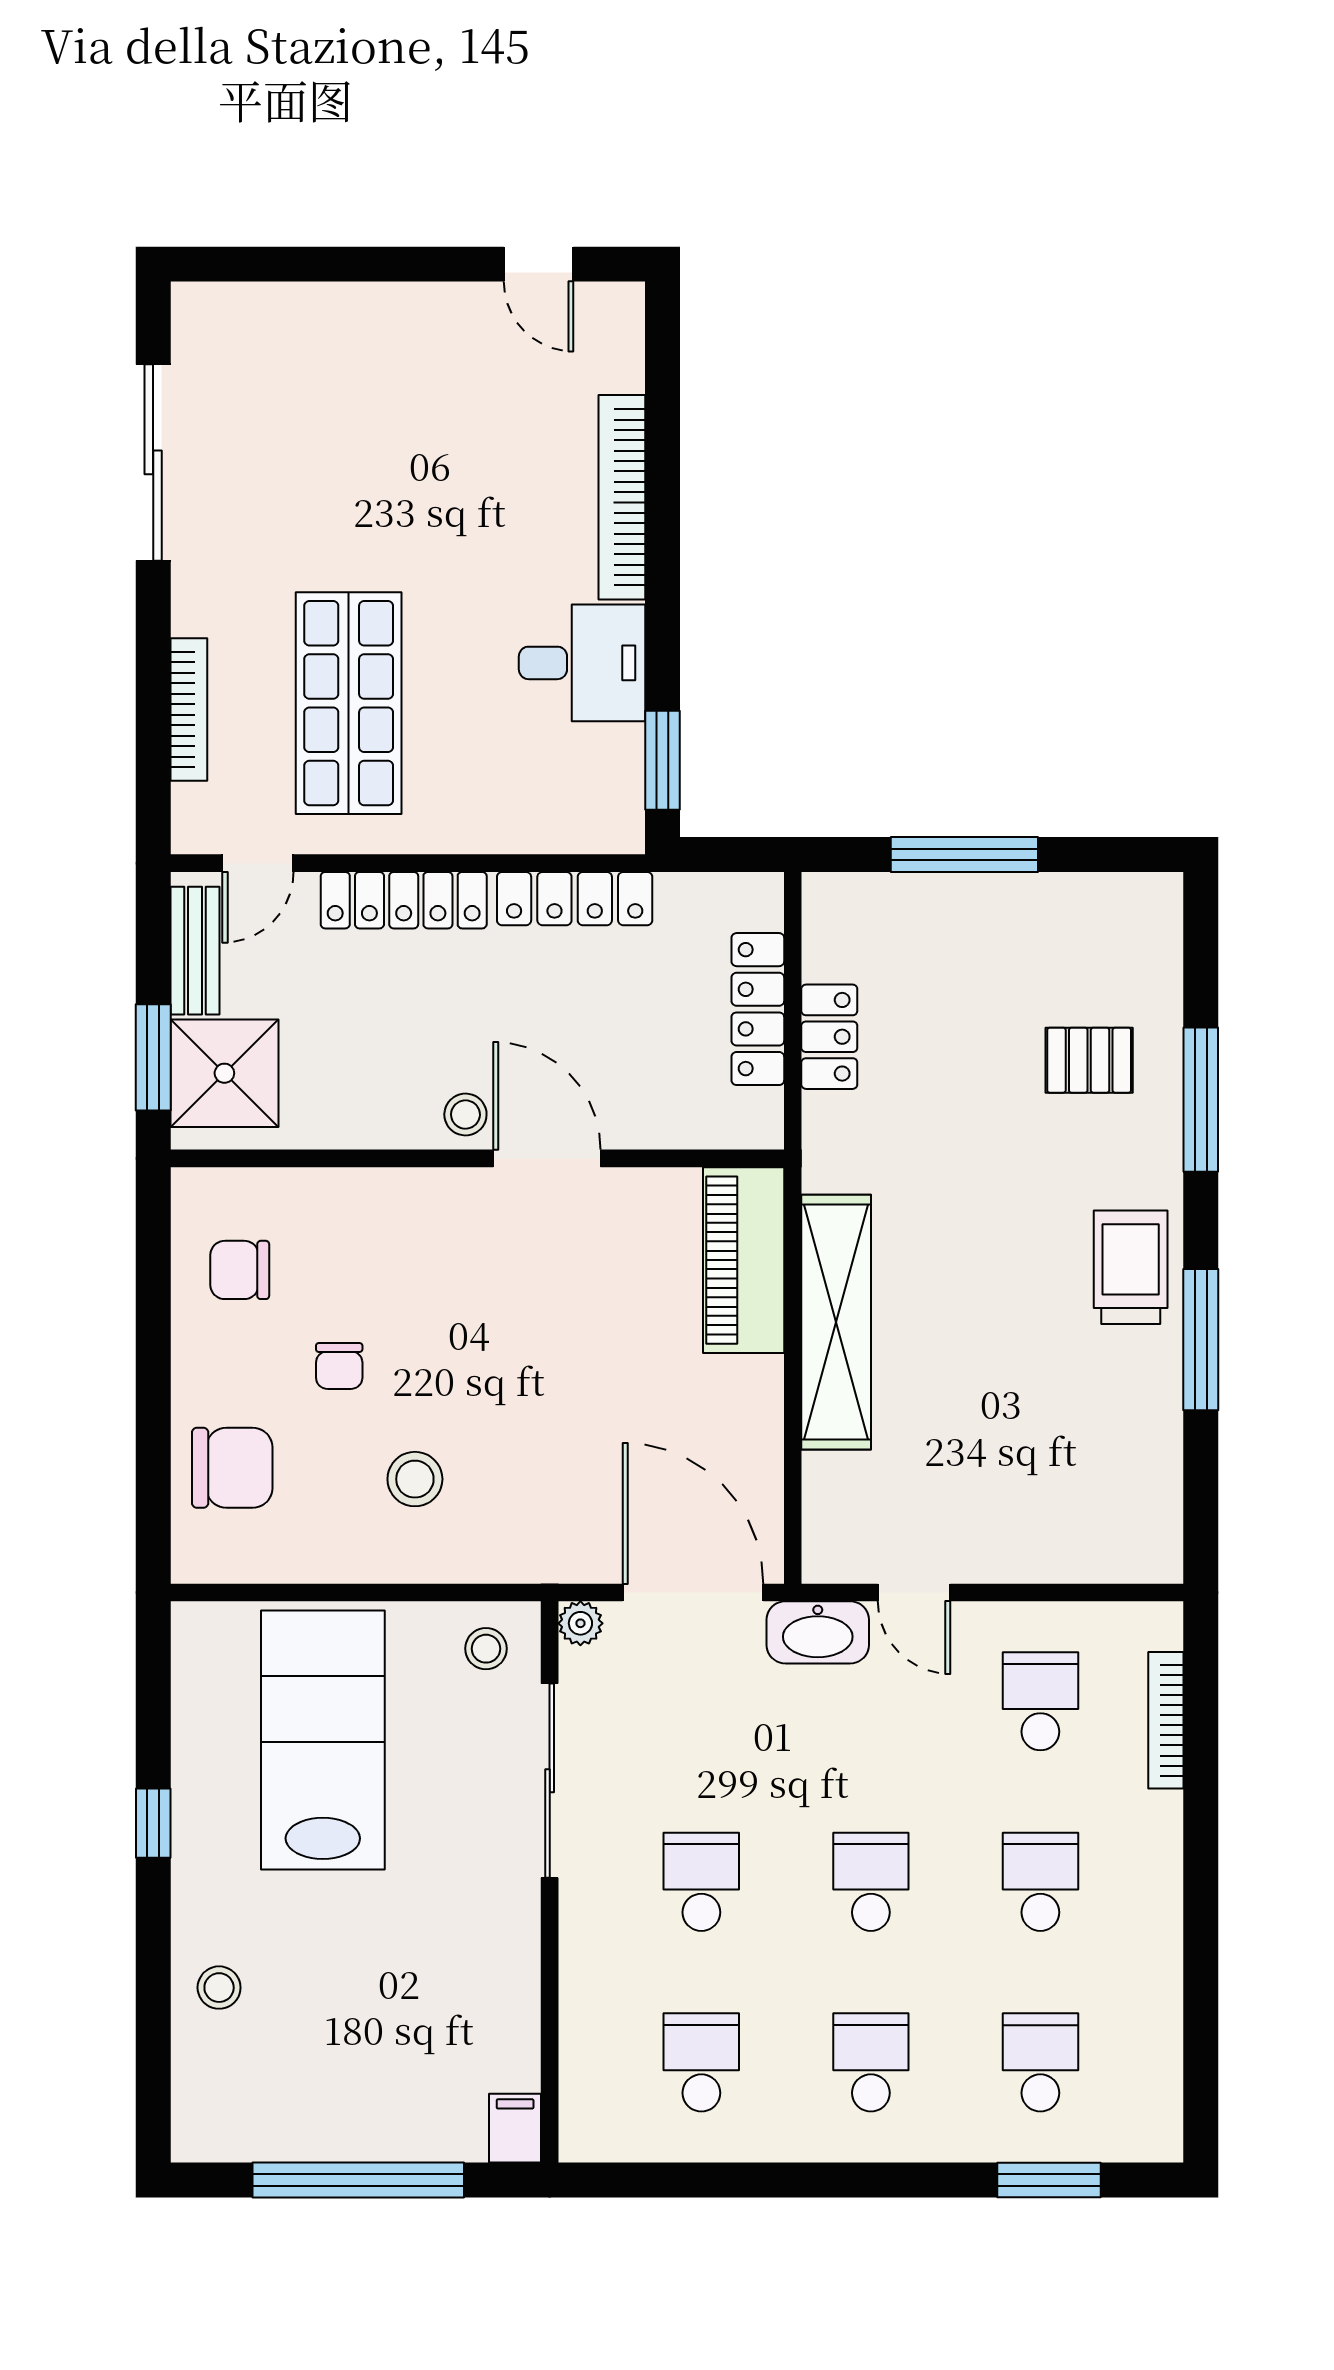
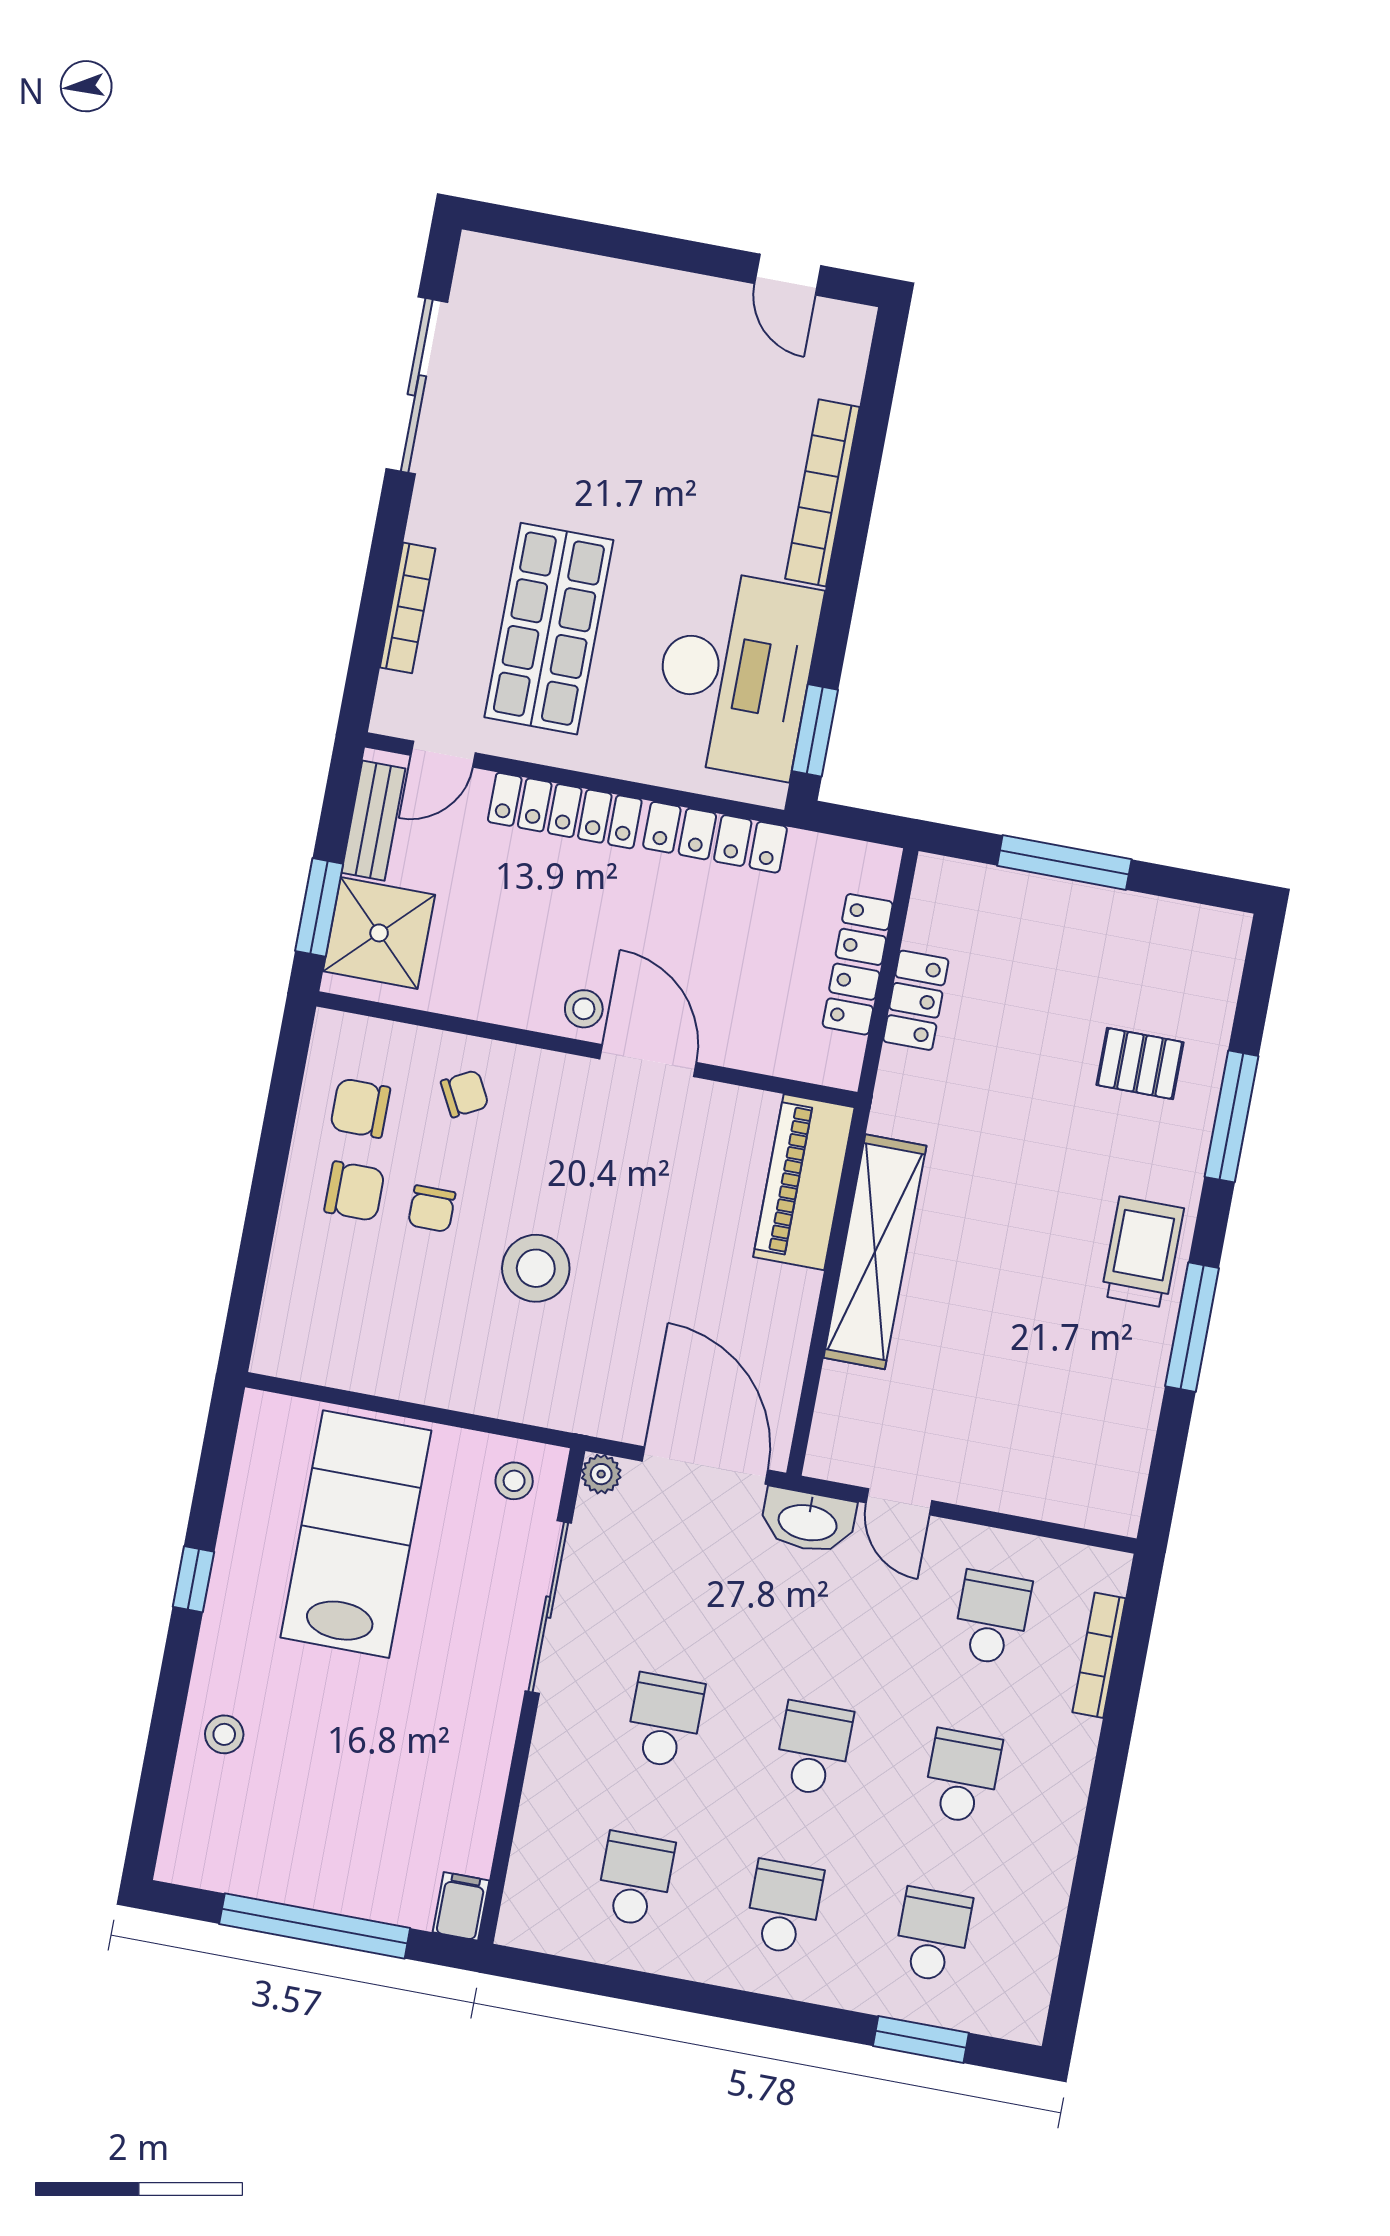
desk: (582, 663) -> (735, 673), width x1.87, depth x1.30
chair: (352, 1233) -> (465, 1094), added
chair: (232, 1468) -> (354, 1191), moved, width x0.73, depth x0.73
stool: (415, 1479) -> (536, 1268), moved, width x1.38, depth x1.38

